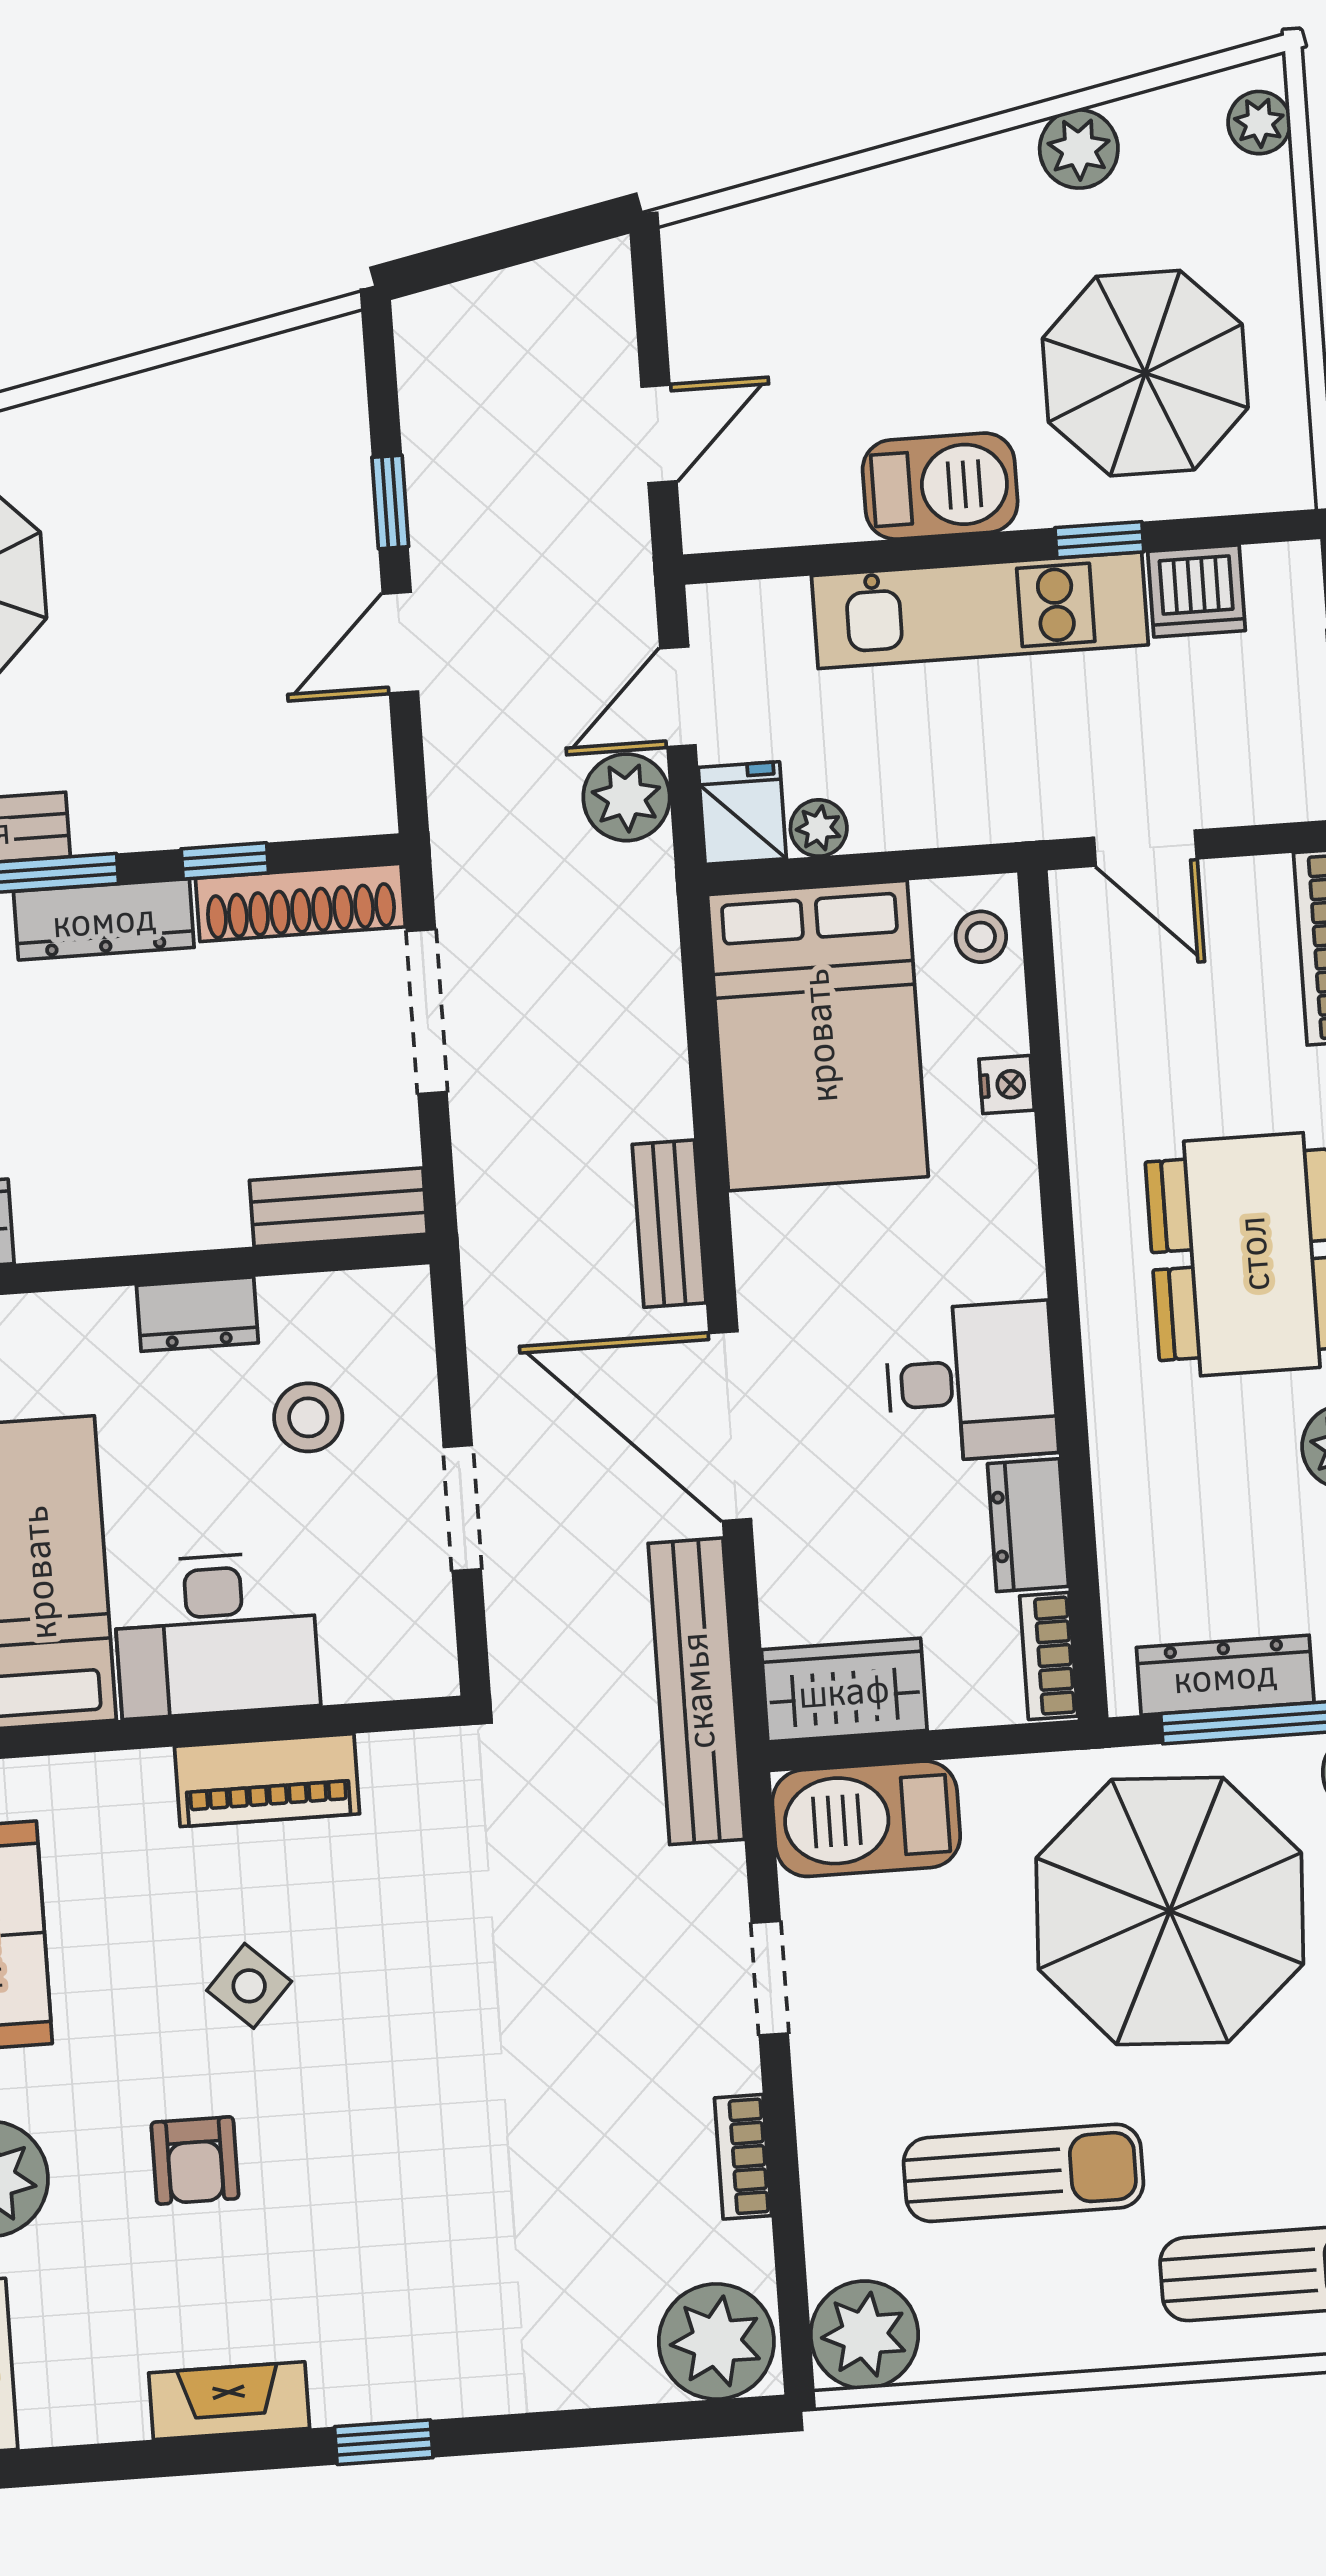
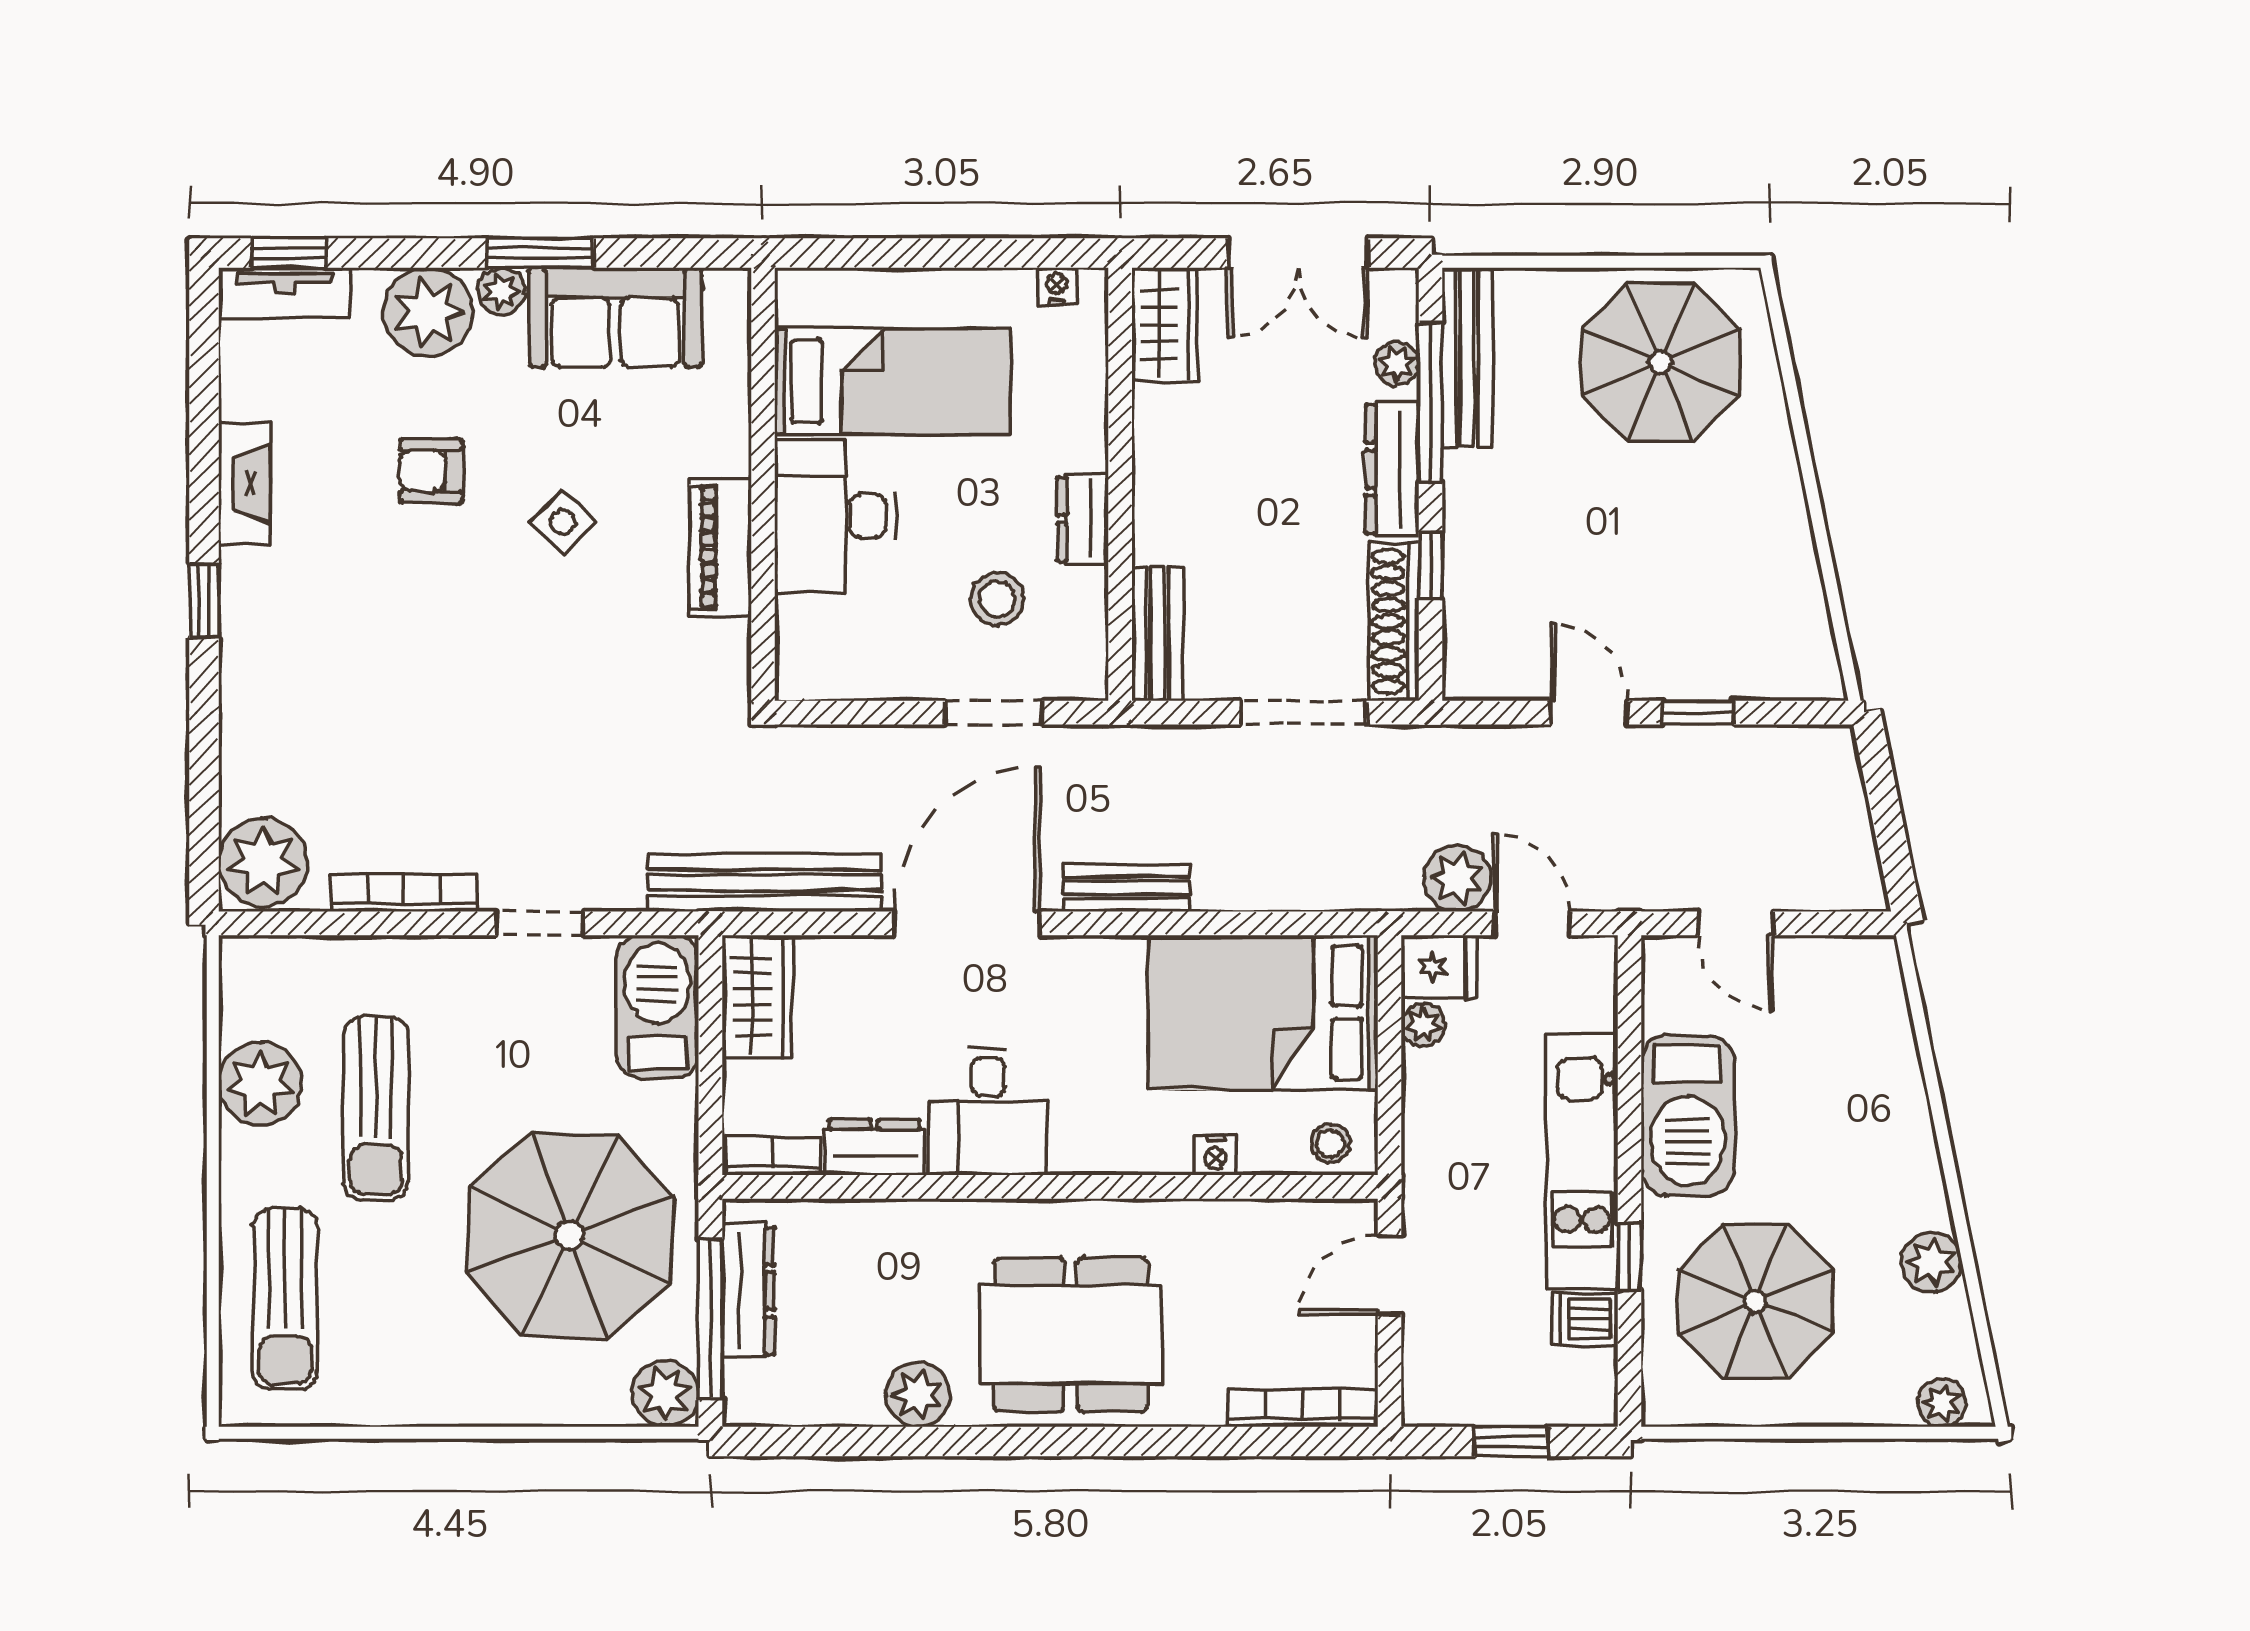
barbecue: (940, 486) -> (1688, 1115), width x1.37, depth x1.21
dishwasher: (1197, 591) -> (1585, 1319), width x0.73
doorway: (462, 1508) -> (993, 713), moved
bookcase: (743, 2157) -> (404, 893), width x1.56
plant: (864, 2335) -> (260, 1084), moved

